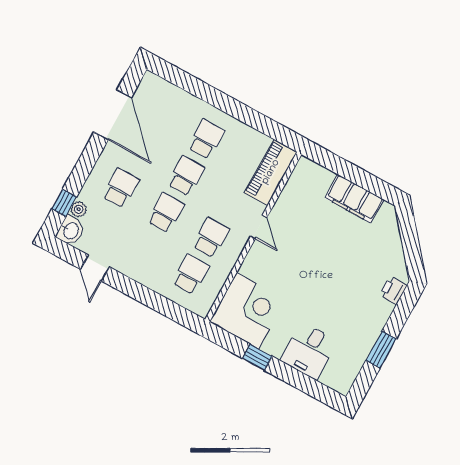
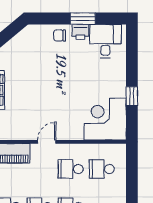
printer: (393, 290) -> (80, 32), moved
chair: (376, 311) -> (60, 36), added
desk: (309, 351) -> (105, 41), moved, turned -90

